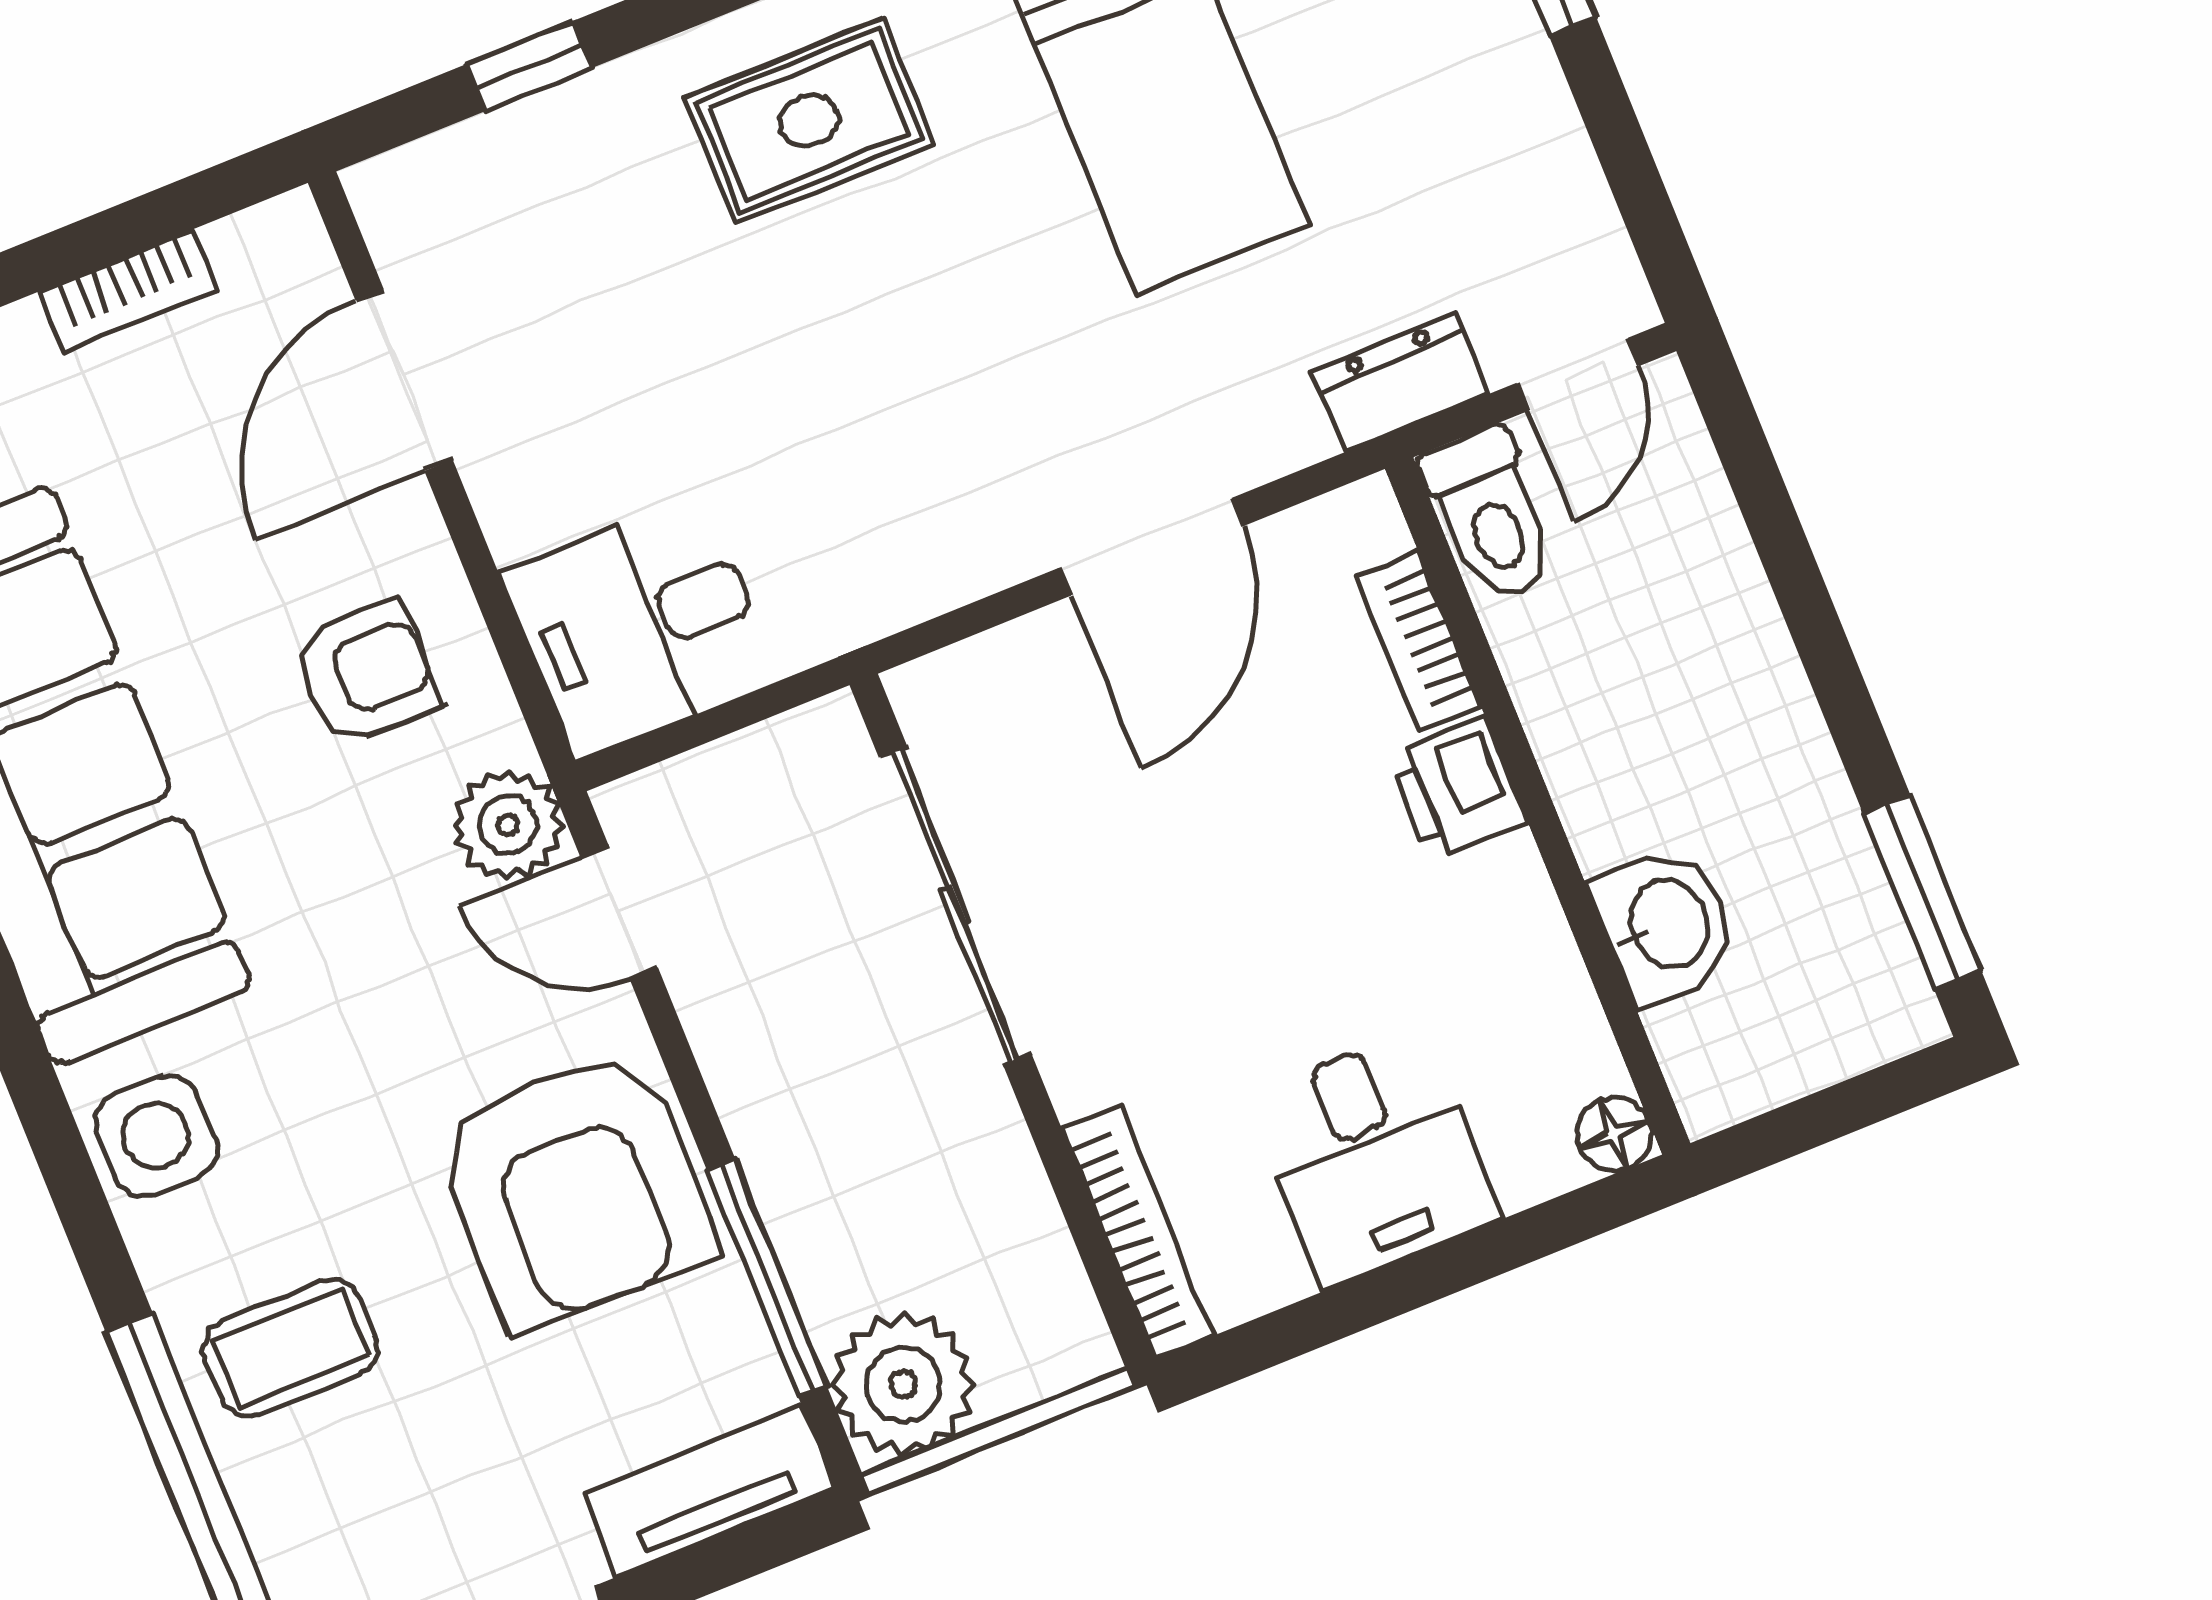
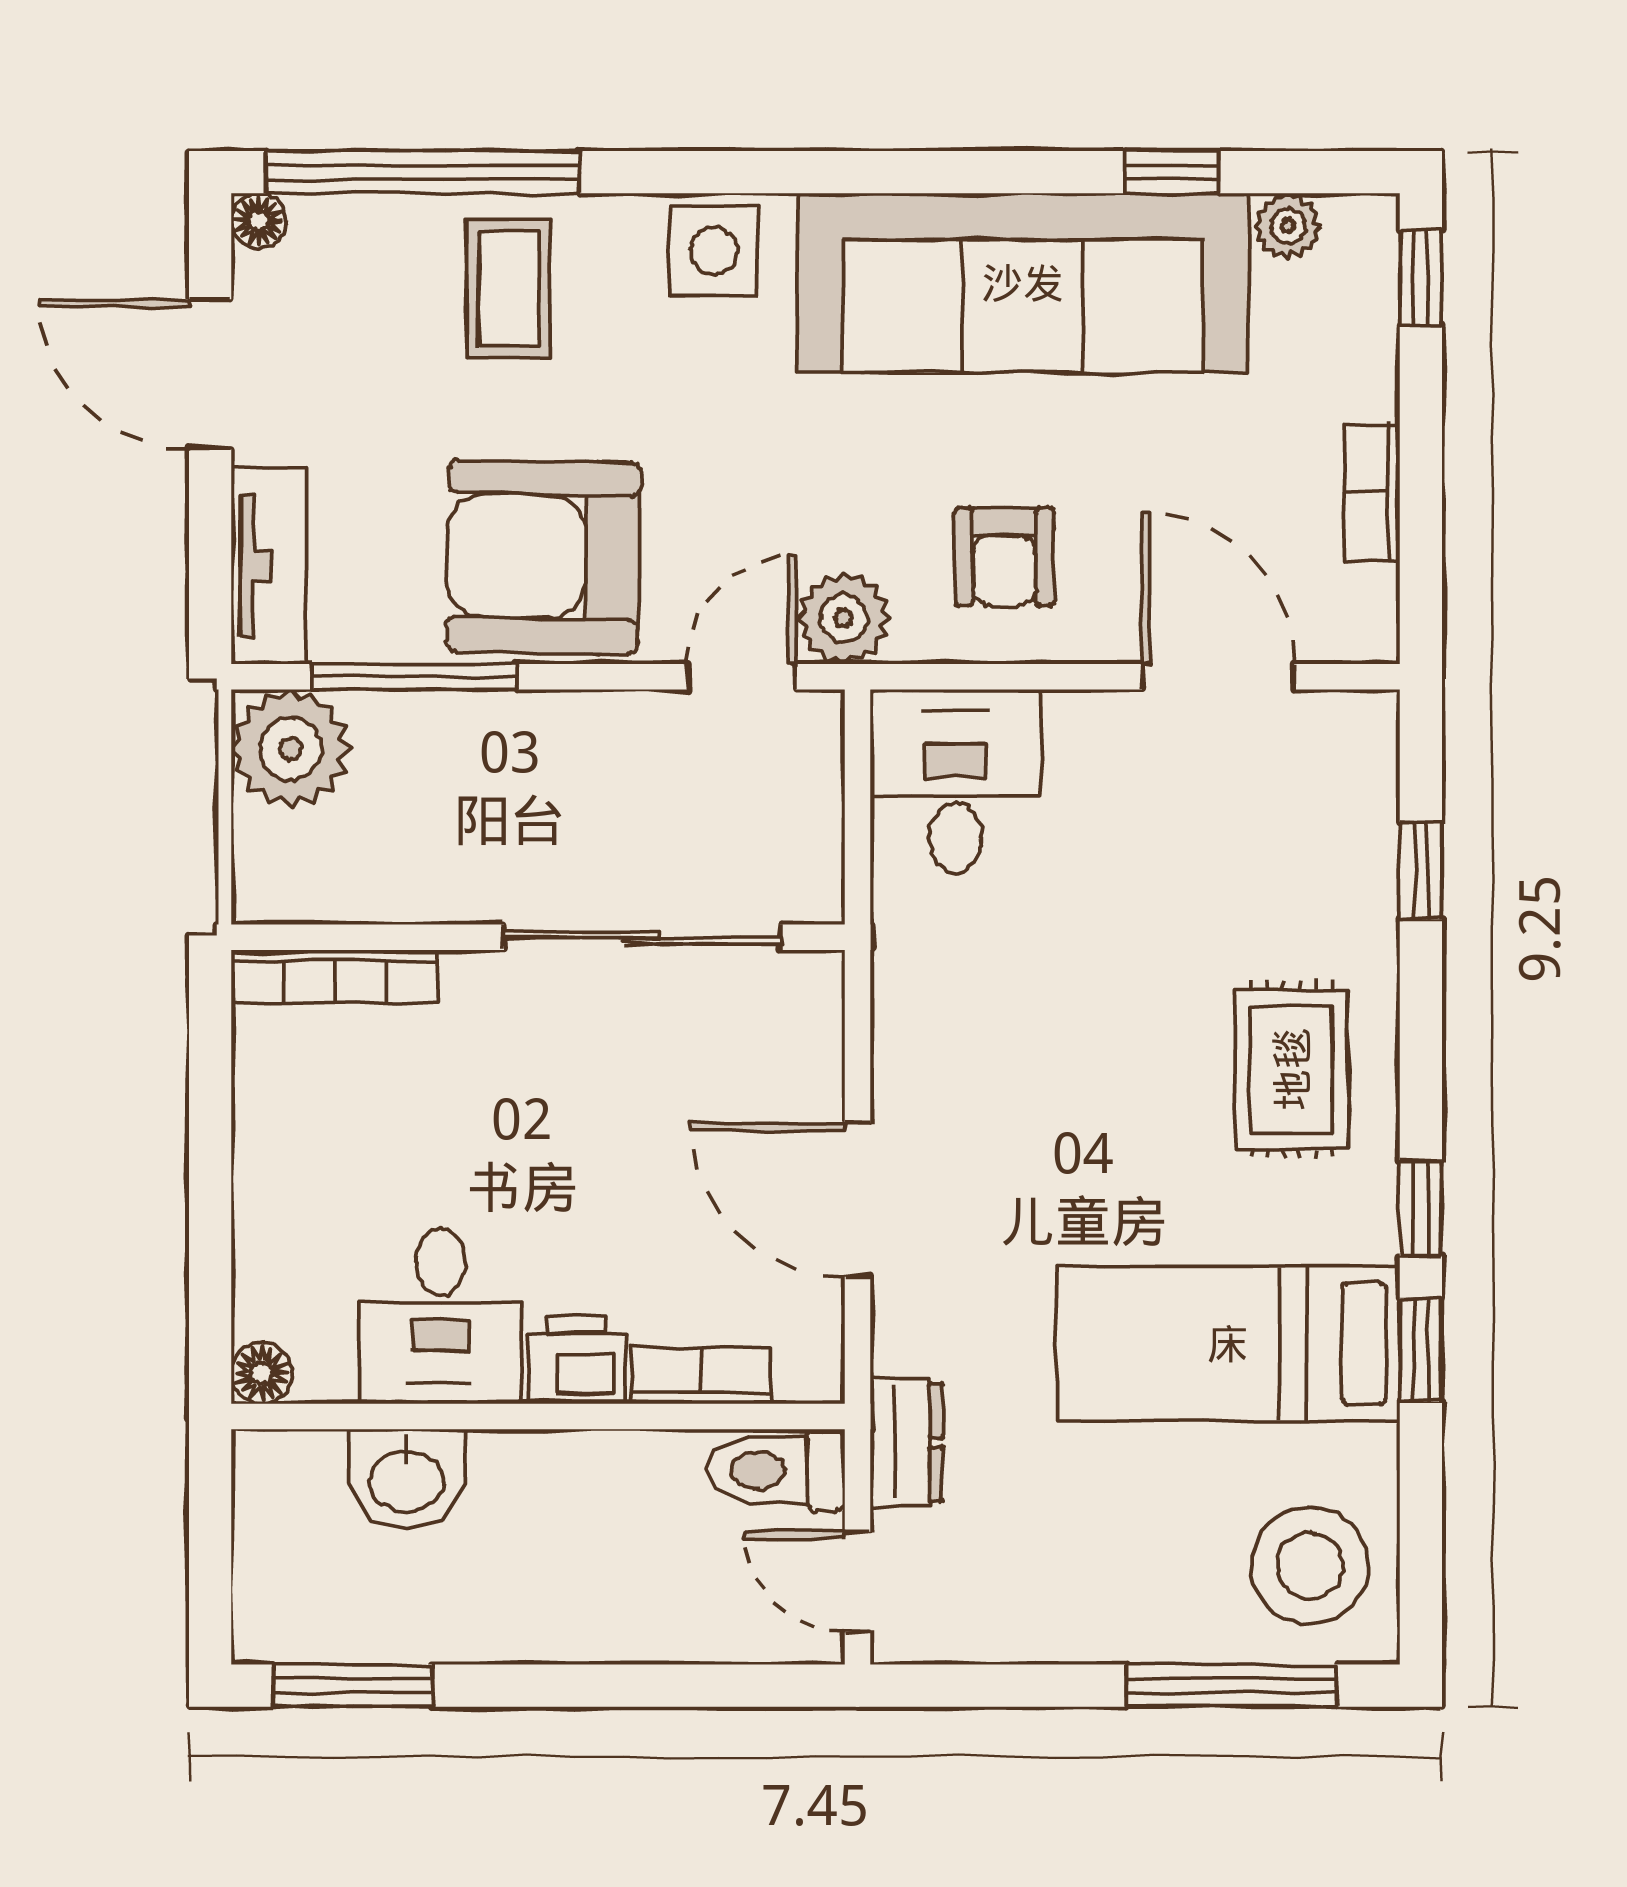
desk: (1373, 1157) -> (440, 1316), moved, turned -90

